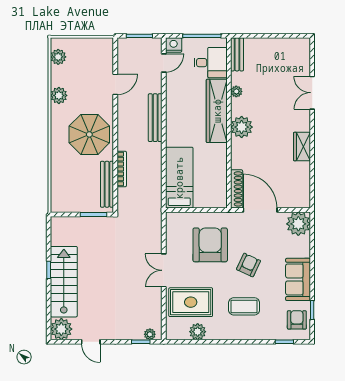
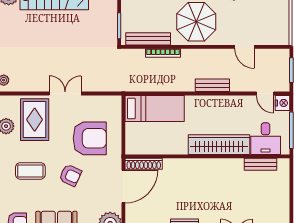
bench: (237, 54) -> (260, 164), moved
plant: (236, 91) -> (238, 164), removed
bench: (155, 118) -> (212, 85), width x0.73
plant: (242, 127) -> (203, 169), removed
coffee table: (244, 306) -> (30, 171), turned 90

